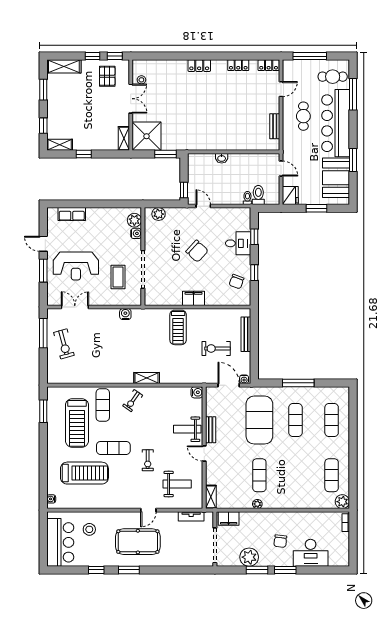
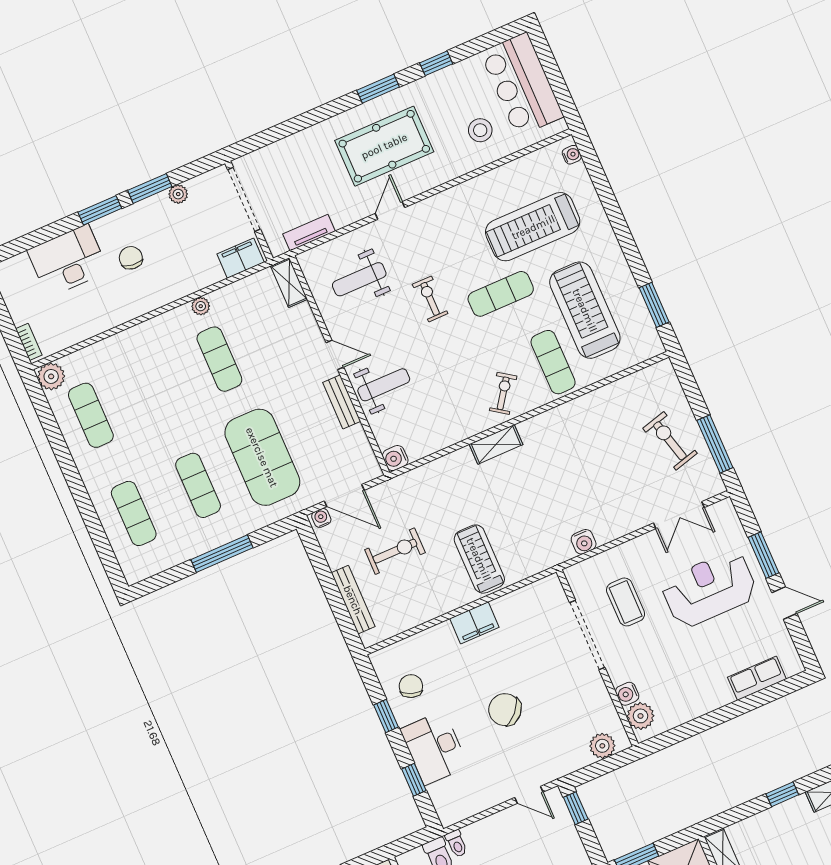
desk: (238, 243) -> (434, 748), width x1.37
plant: (249, 557) -> (178, 194), width x0.53, depth x0.53

